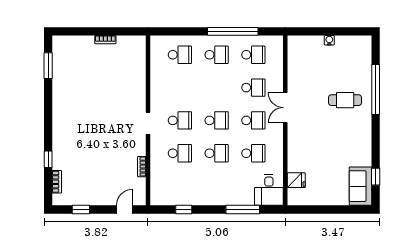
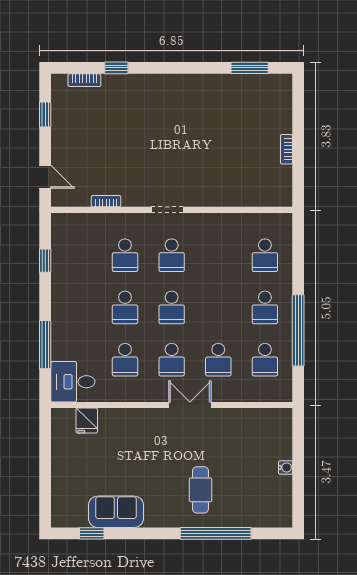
sofa: (360, 186) -> (116, 512), moved

